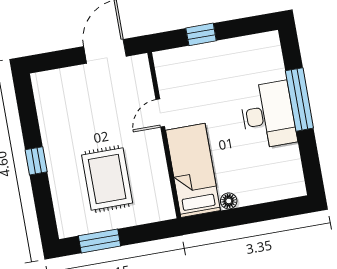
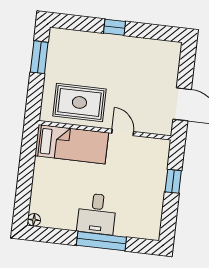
desk: (268, 115) -> (97, 214), width x0.73
rug: (107, 179) -> (79, 102), moved
floor lamp: (229, 201) -> (34, 220), moved

